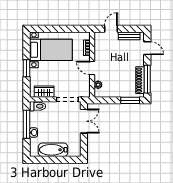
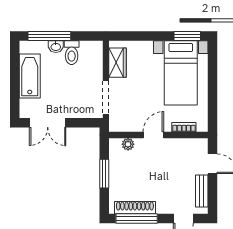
window: (27, 68) -> (187, 36), moved
window: (130, 100) -> (104, 174), moved
toilet: (38, 106) -> (72, 53), moved
double door: (84, 121) -> (48, 123), moved
window: (27, 124) -> (49, 36), moved

